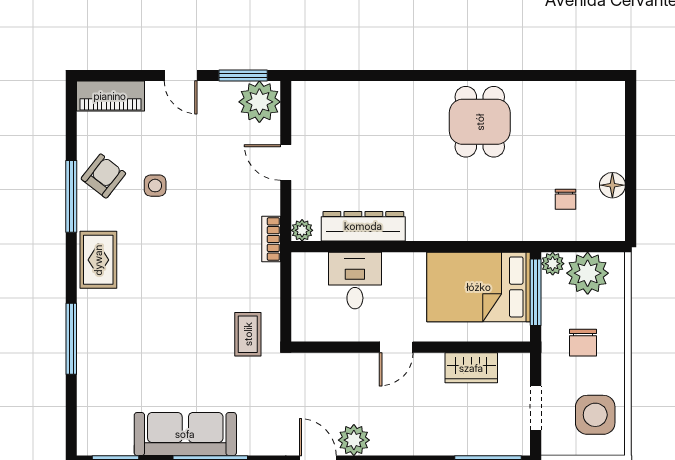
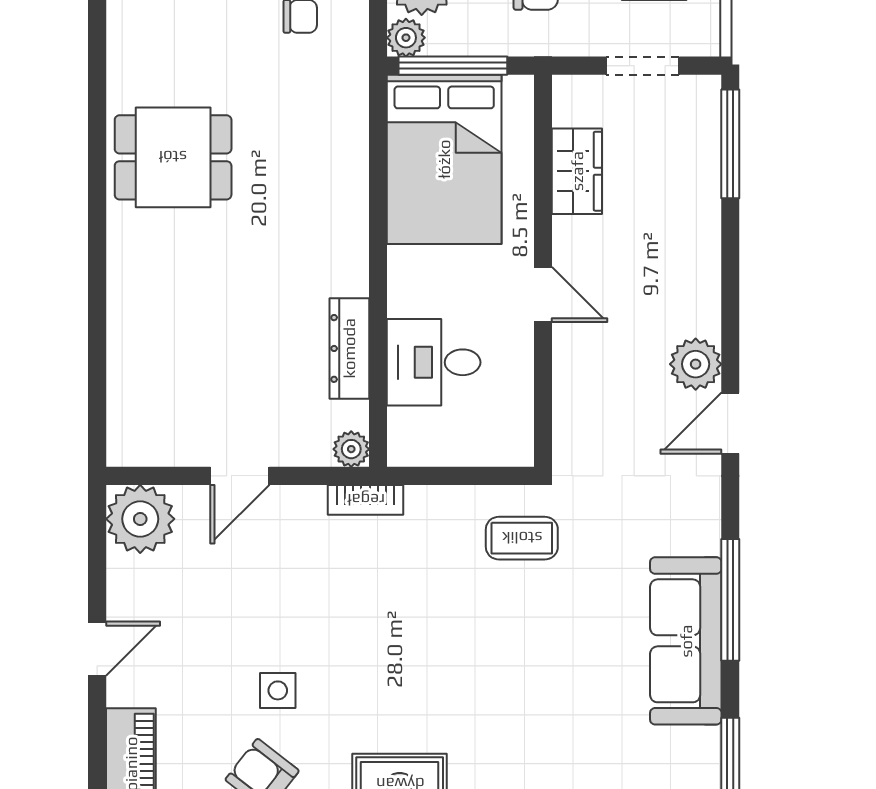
window: (243, 76) -> (97, 546), removed
dresser: (363, 226) -> (349, 348), width x0.73, depth x0.80

